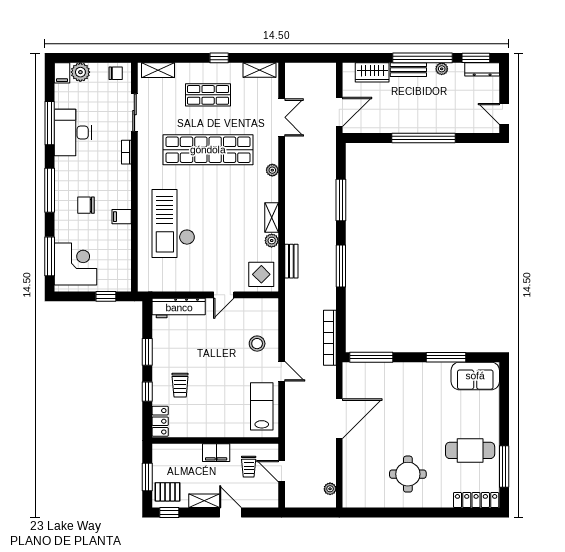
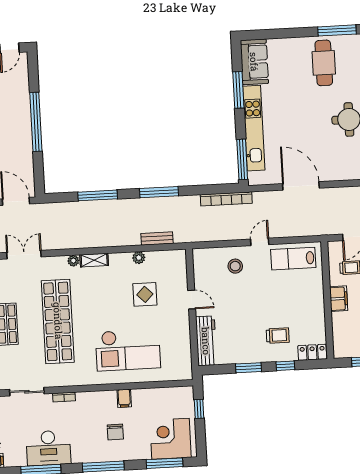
shelving: (272, 218) -> (94, 260), moved
display table: (261, 274) -> (145, 294), moved
kitchen unit: (404, 371) -> (254, 128), added

